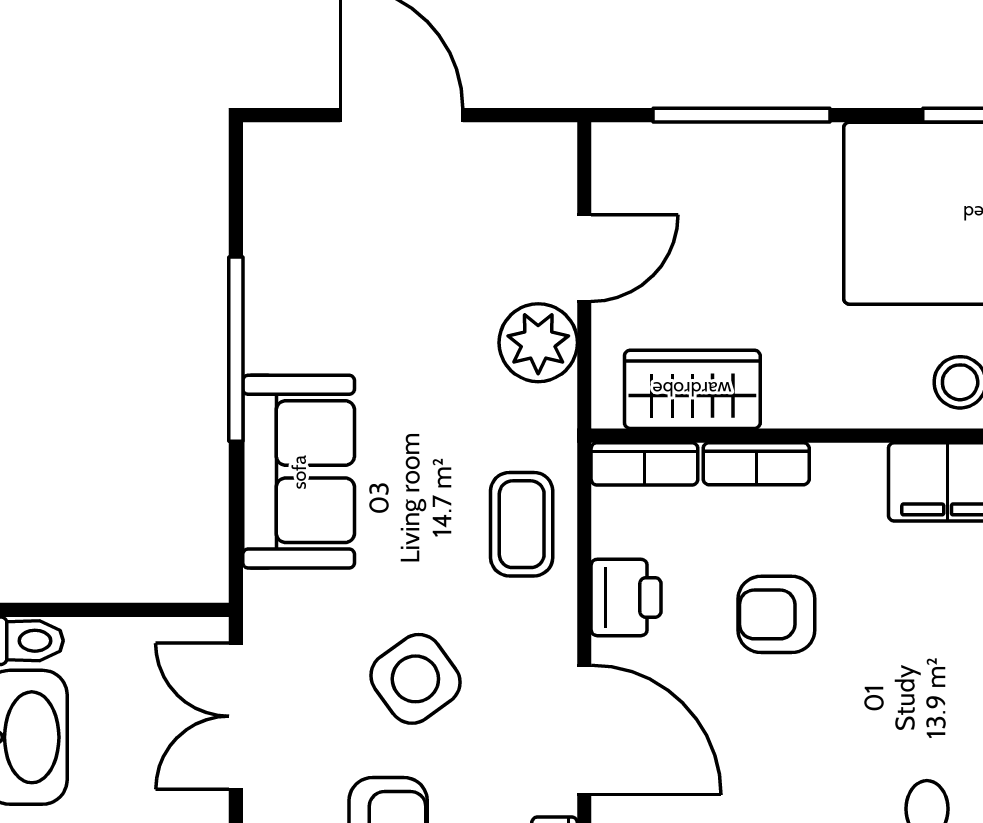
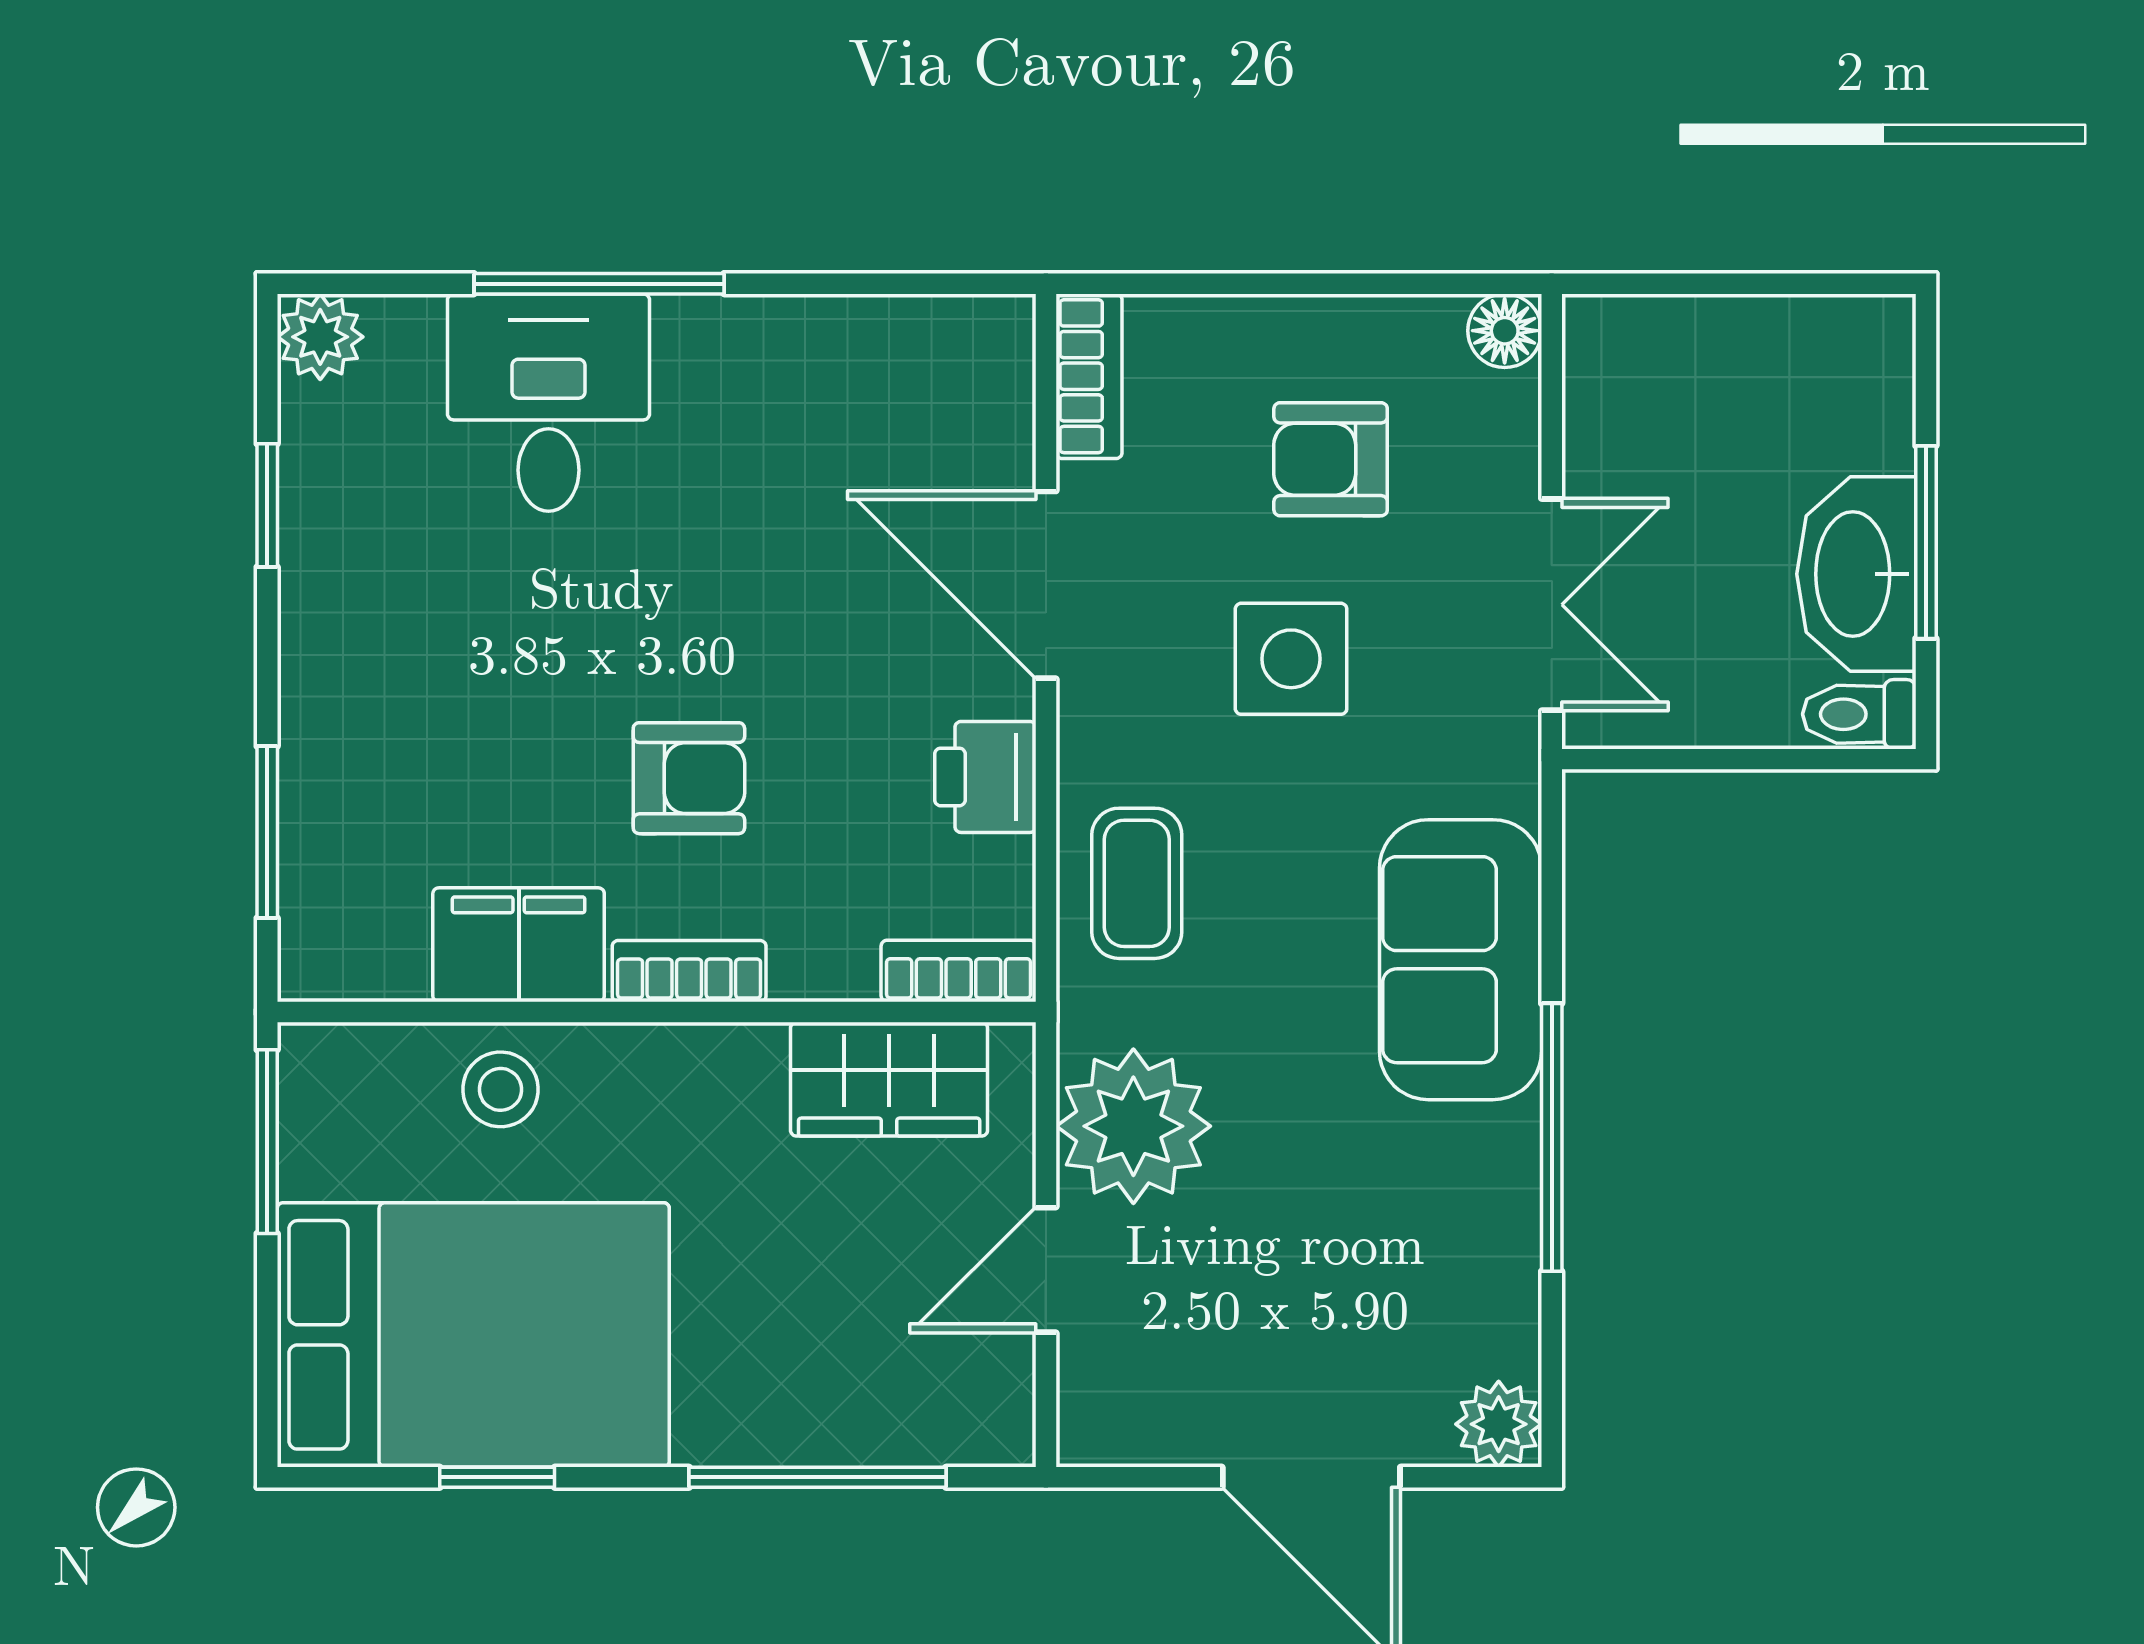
plant: (272, 152) -> (1499, 1424), added
plant: (538, 343) -> (1133, 1126), width x1.36, depth x1.36
bookcase: (756, 464) -> (689, 971), moved
armchair: (776, 614) -> (689, 778), moved
side table: (415, 679) -> (1291, 659), turned 36

